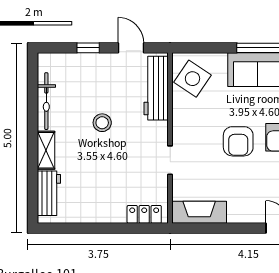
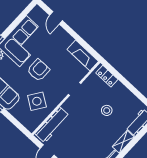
side table: (192, 79) -> (37, 101), moved
stool: (102, 123) -> (107, 110), moved

